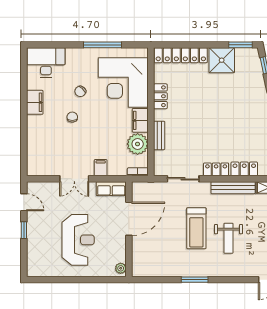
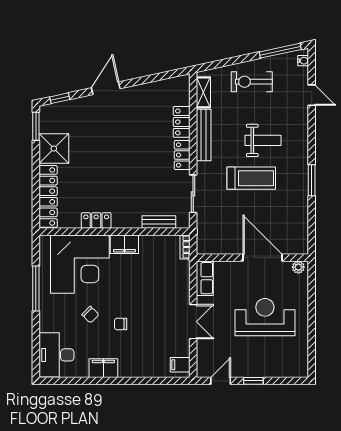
bench: (159, 135) -> (159, 222), moved
plant: (138, 144) -> (152, 247), removed
filing cabinet: (101, 168) -> (180, 365), moved
door: (129, 219) -> (262, 258), moved

